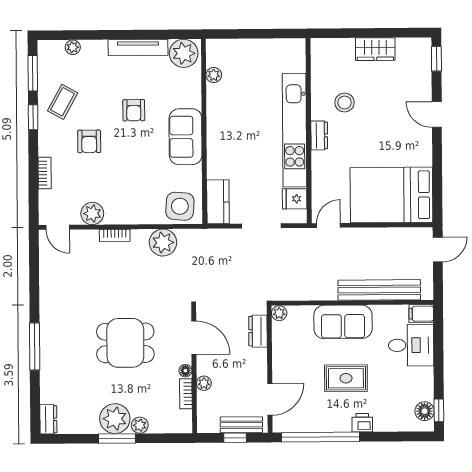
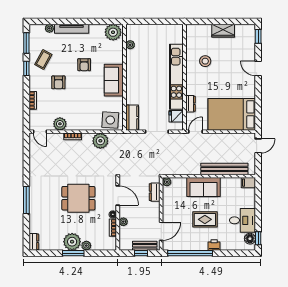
tv unit: (138, 47) -> (72, 29), moved
dresser: (319, 135) -> (191, 104), moved
desk: (411, 345) -> (242, 220), moved

